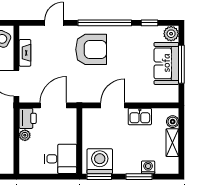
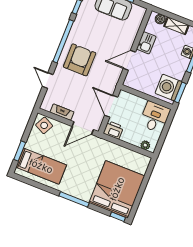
door: (113, 105) -> (129, 60), hinge flipped
plant: (25, 135) -> (145, 145), moved

